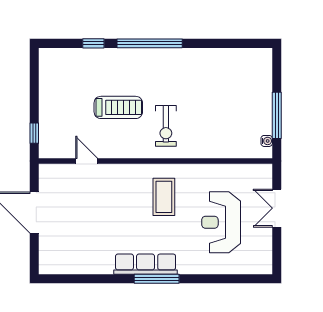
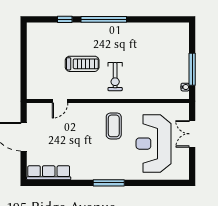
window: (34, 133) -> (24, 82), removed
door: (87, 161) -> (60, 101), swing flipped
reception desk: (221, 222) -> (153, 144), width x1.36, depth x1.30
row of seats: (146, 264) -> (49, 173), moved

